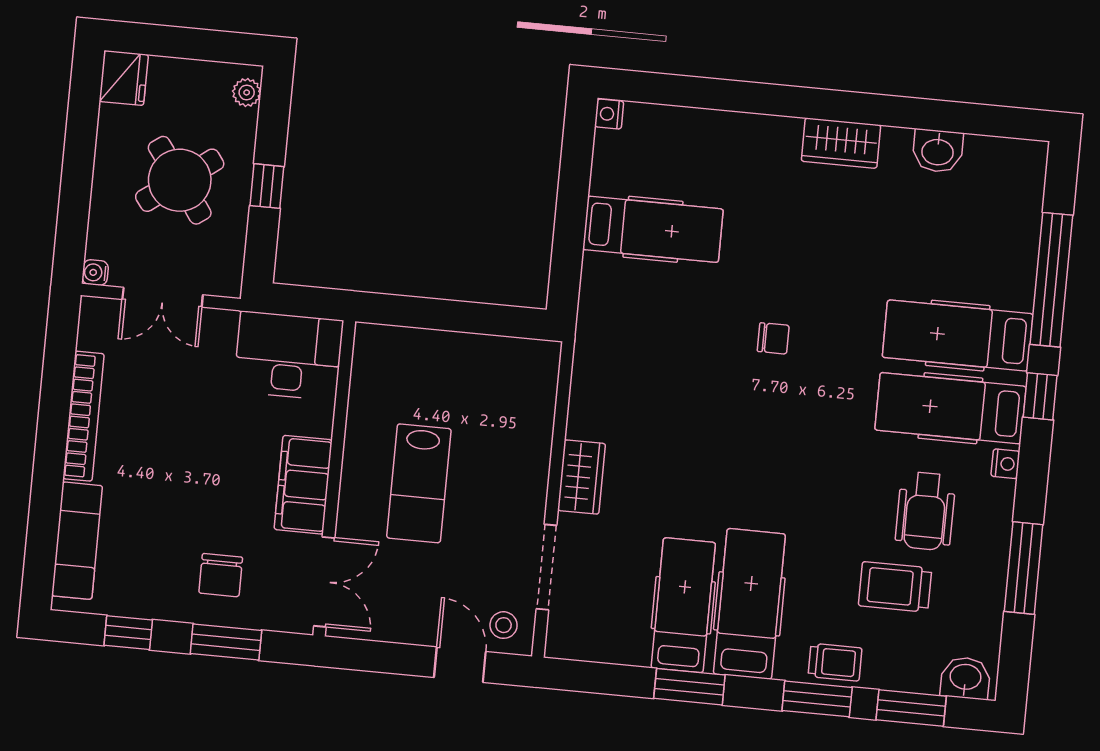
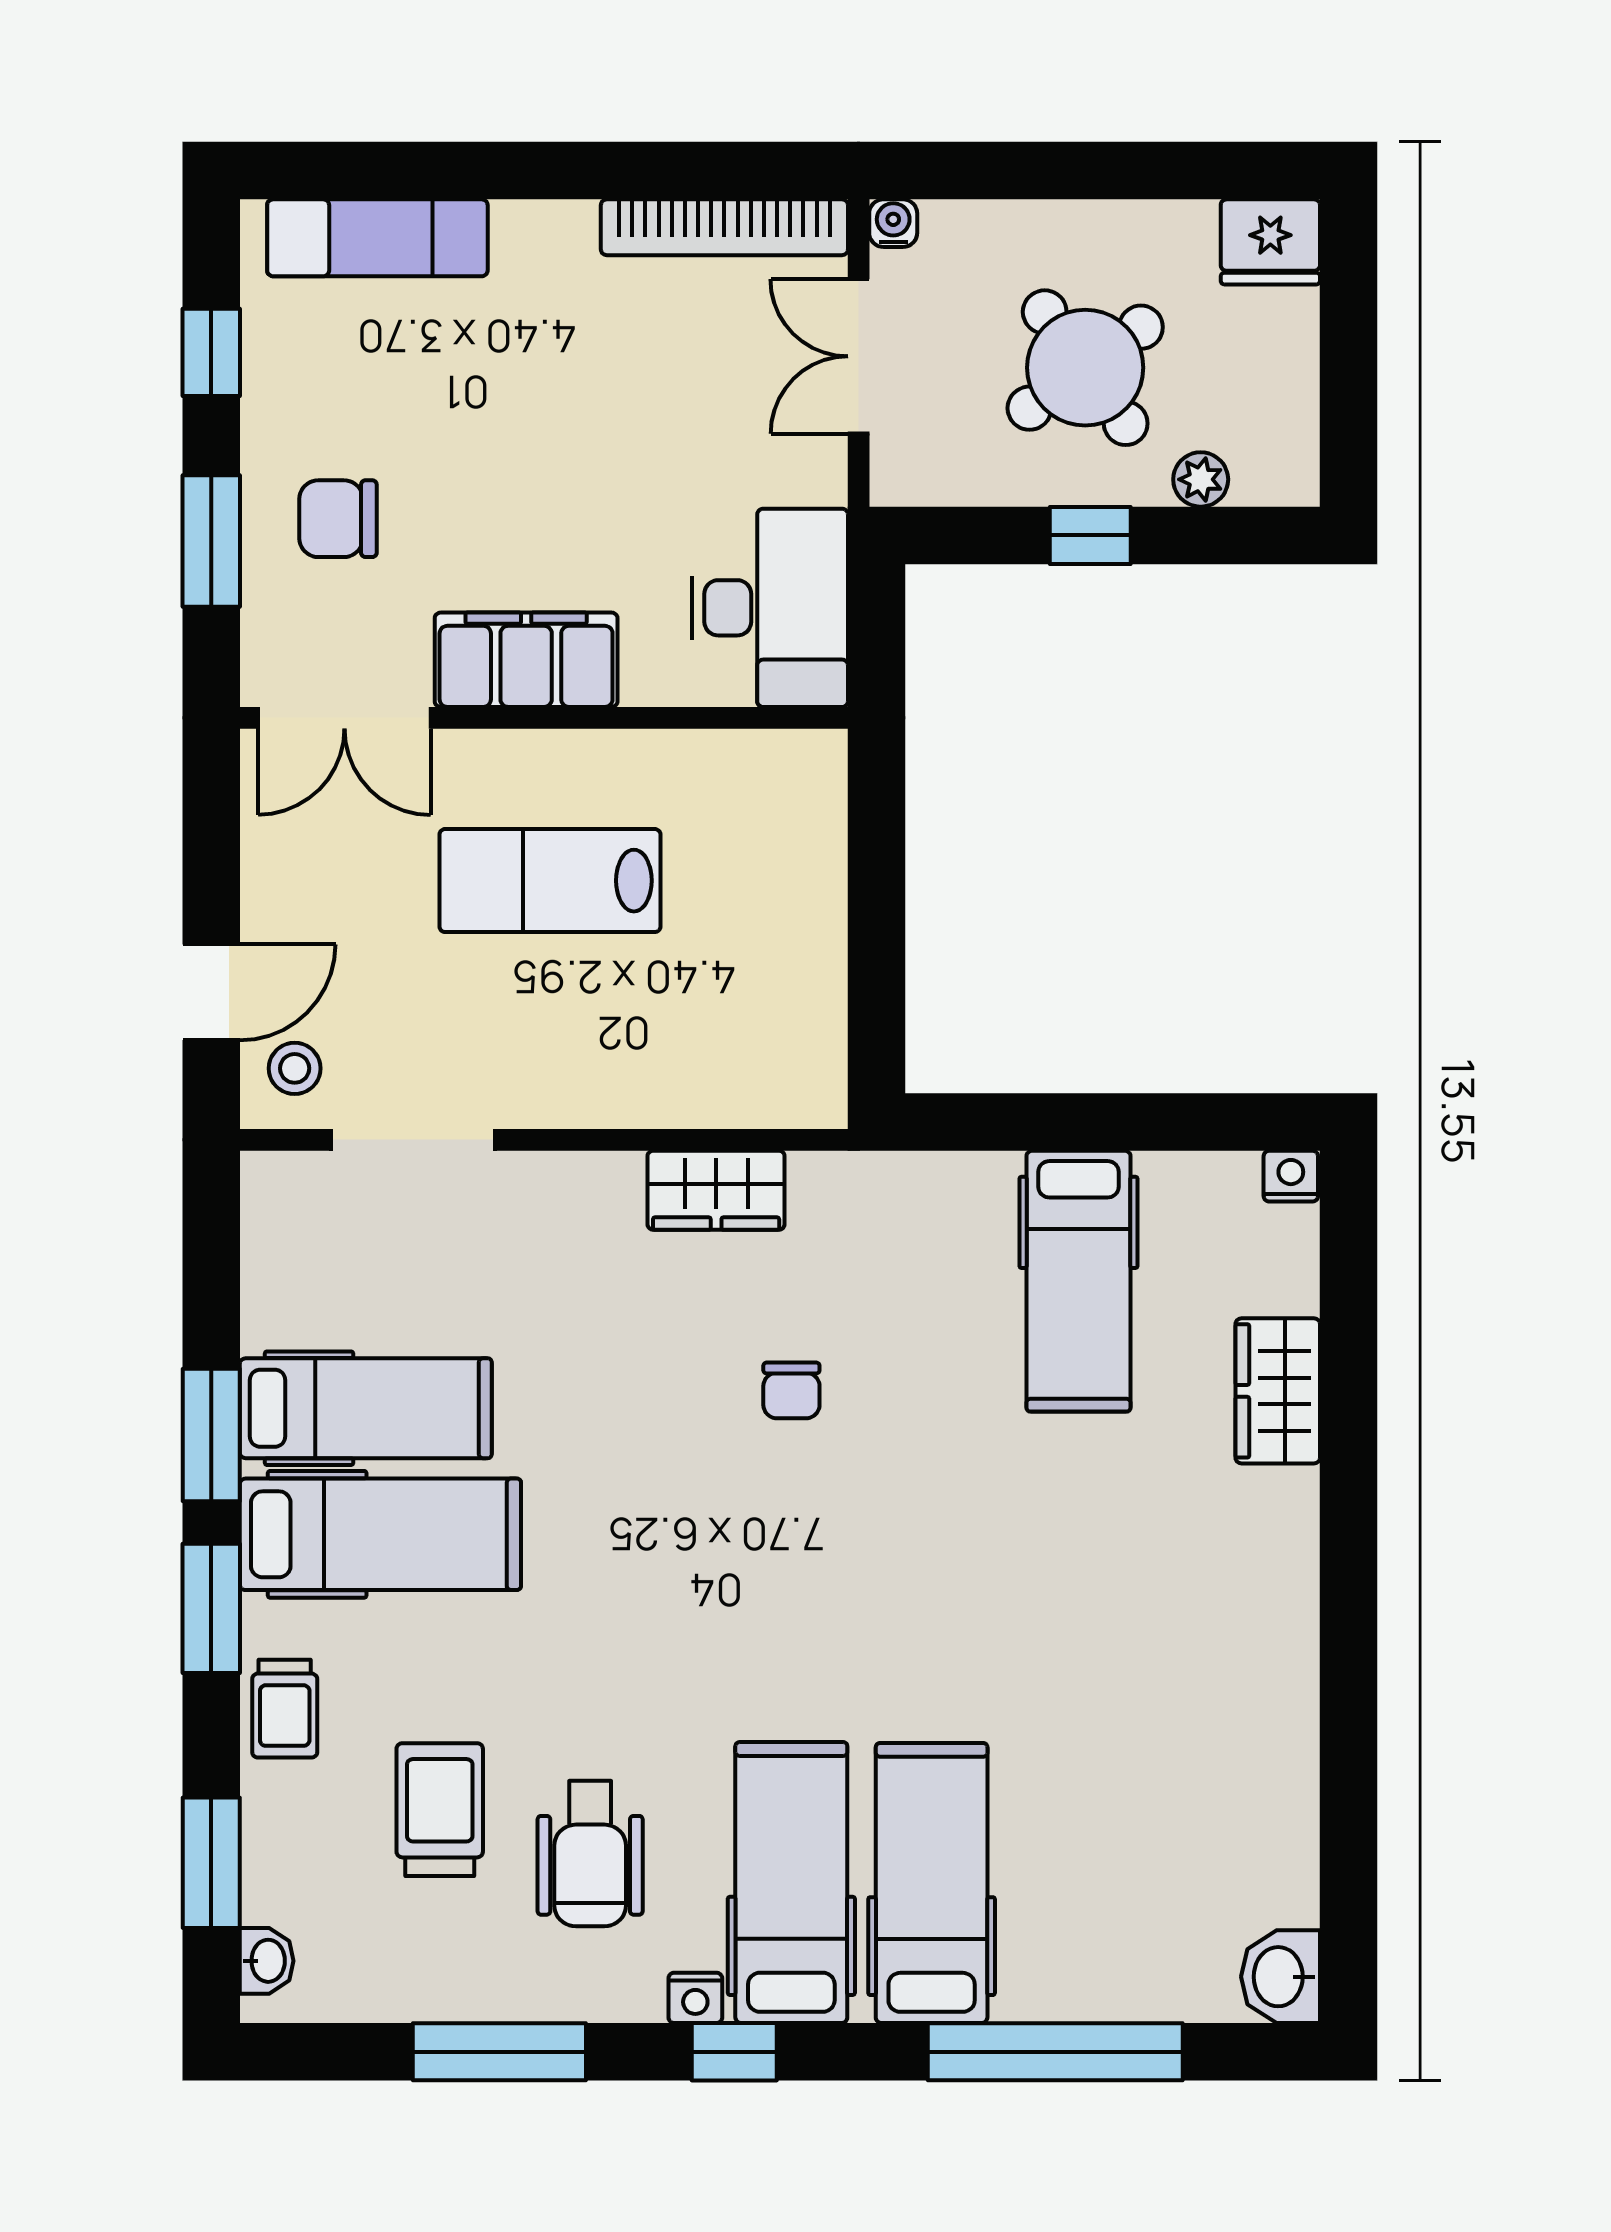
plant: (247, 92) -> (1201, 479), moved
wardrobe: (841, 143) -> (1278, 1391), moved
washbasin: (938, 151) -> (1281, 1977), moved
chair: (773, 338) -> (791, 1390), moved
window: (1040, 396) -> (734, 2052), moved
bookcase: (83, 416) -> (724, 227), moved
wardrobe: (582, 477) -> (716, 1190), moved
wheelchair: (925, 511) -> (590, 1854), turned -90
washbasin: (965, 678) -> (267, 1961), width x0.72, depth x0.69
window: (817, 699) -> (211, 1608), moved

